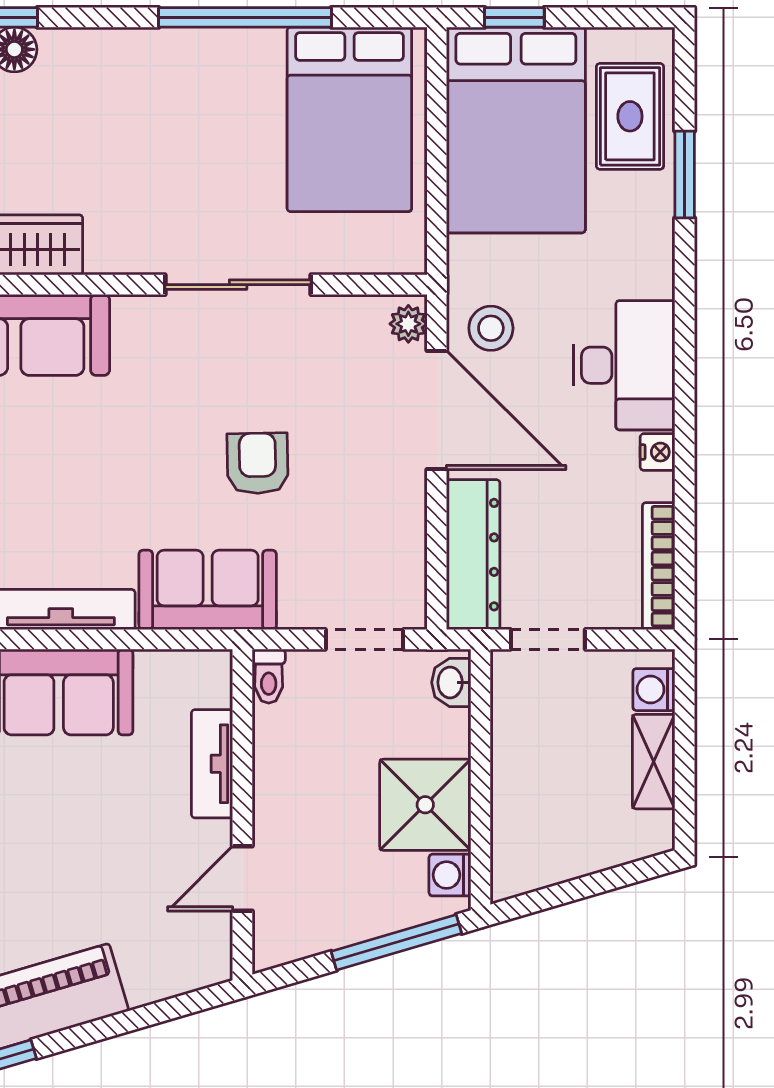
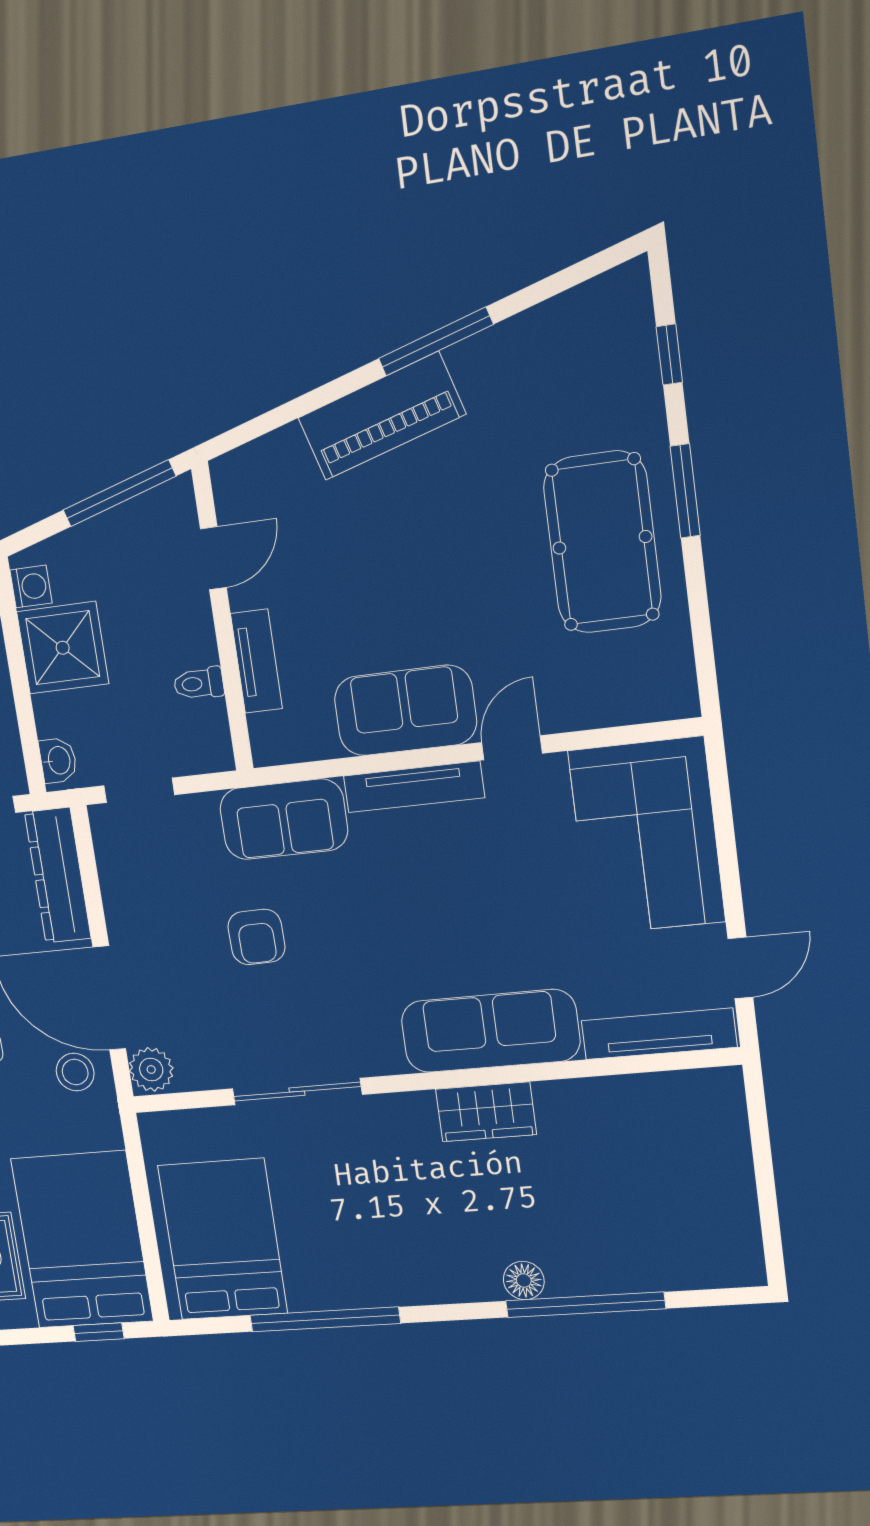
plant: (408, 324) -> (151, 1069), width x1.38, depth x1.38
toilet: (269, 676) -> (199, 683), moved, turned -90
window: (396, 942) -> (119, 493), moved

